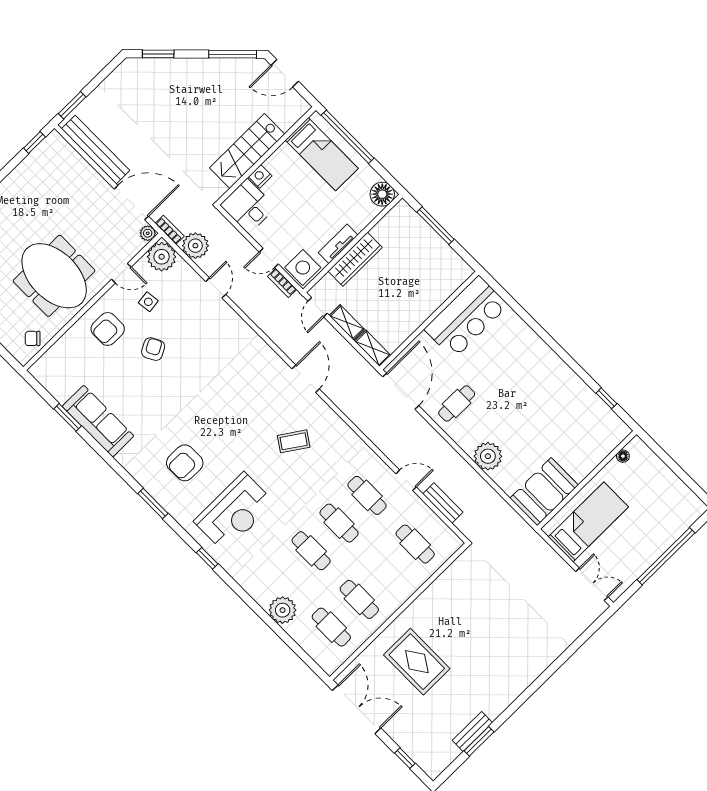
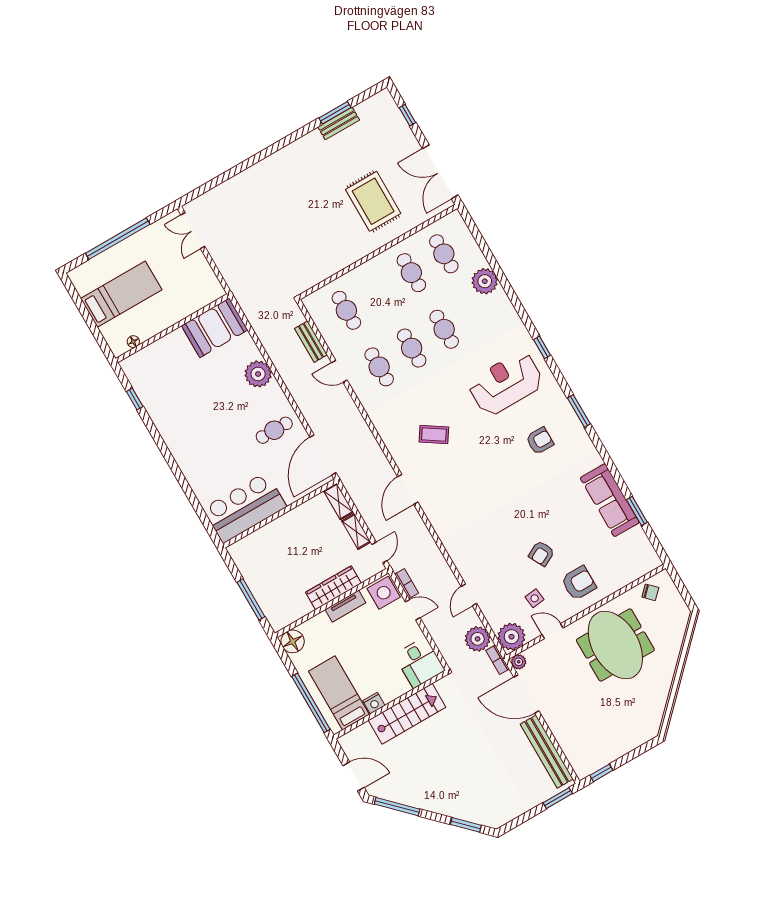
nightstand: (260, 176) -> (374, 703), moved
armchair: (185, 463) -> (540, 441), width x0.72, depth x0.72
bed: (588, 522) -> (121, 294), moved, turned 180

